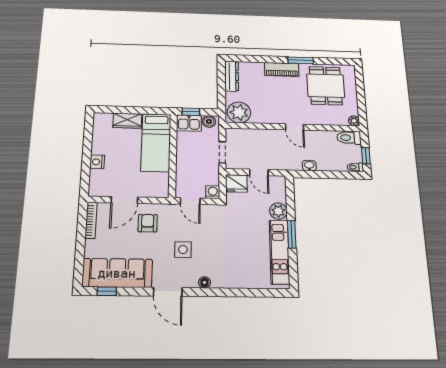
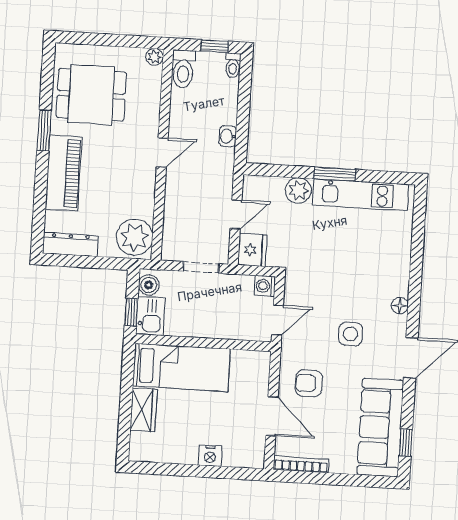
piano: (282, 69) -> (64, 173), width x1.37, depth x1.33

